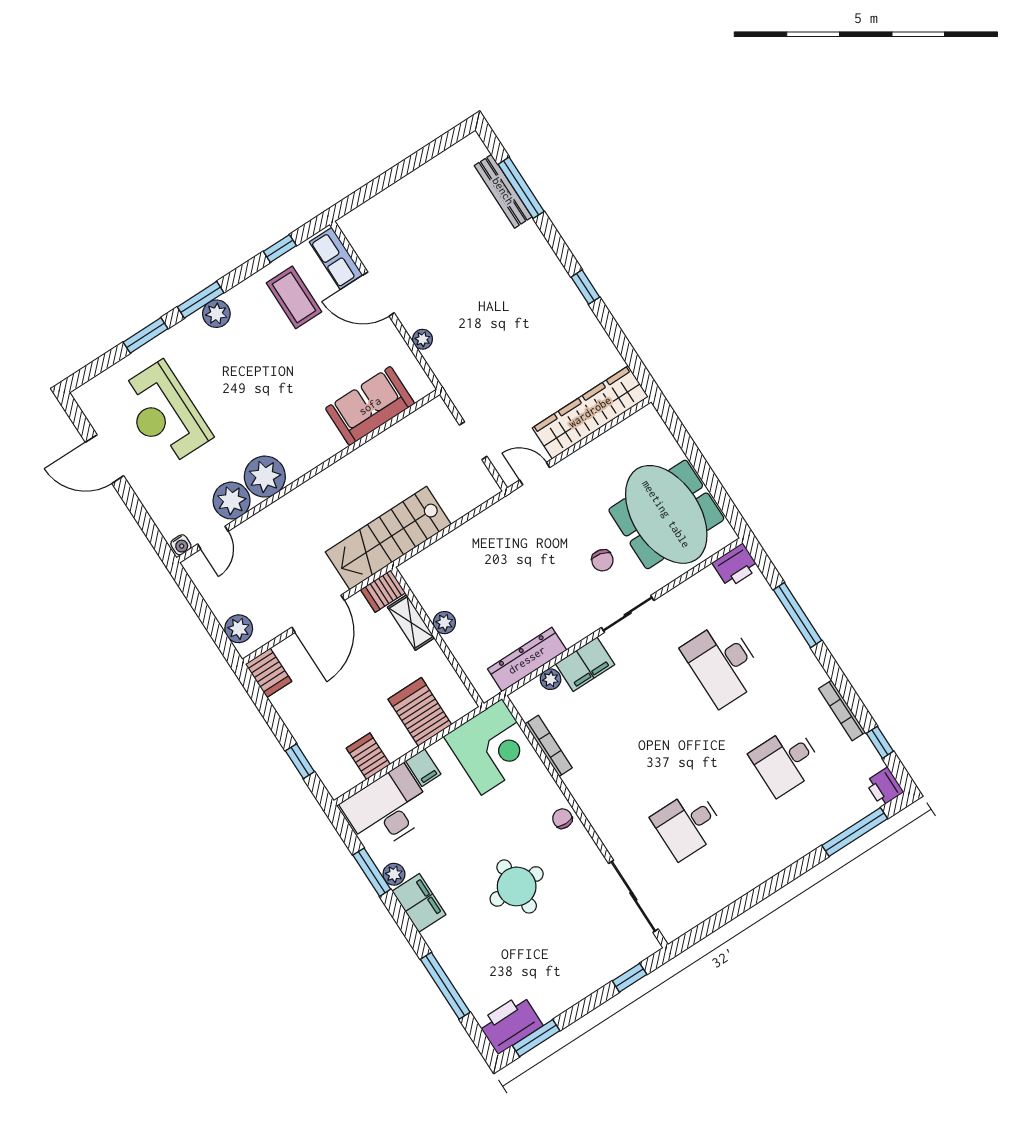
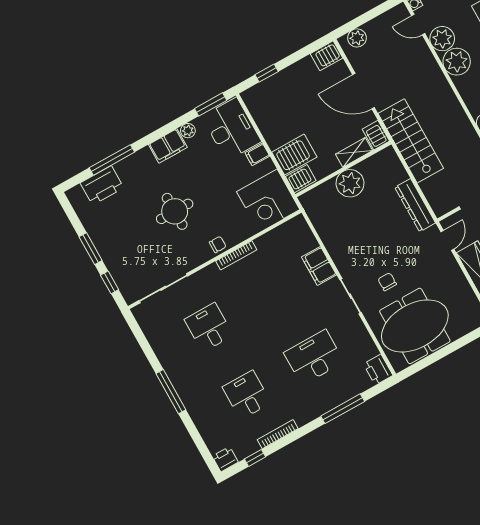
chair: (602, 560) -> (387, 282), turned 77
plant: (444, 623) -> (350, 183), width x1.88, depth x1.88
dresser: (527, 660) -> (415, 205), moved, turned 180
plant: (551, 679) -> (311, 242), removed
bookcase: (549, 746) -> (236, 255), moved
server rack: (368, 756) -> (301, 179), moved
window: (855, 832) -> (171, 392), moved
window: (372, 872) -> (211, 104), moved
printer: (510, 1024) -> (102, 185), moved, turned 90
window: (536, 1038) -> (91, 249), moved

